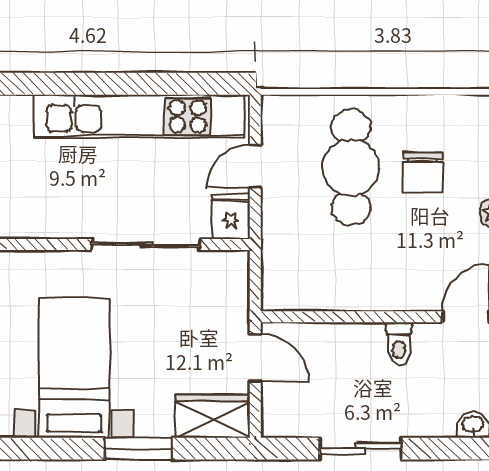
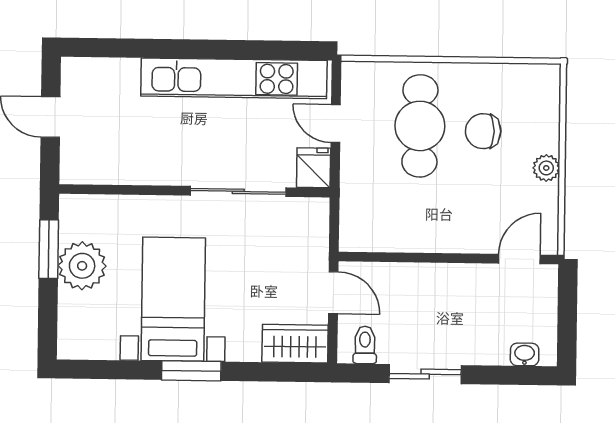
door: (255, 166) -> (336, 124), hinge flipped
chair: (423, 172) -> (483, 131), turned 90
toilet: (399, 344) -> (365, 345), moved, turned 180
window: (138, 449) -> (191, 371), moved

